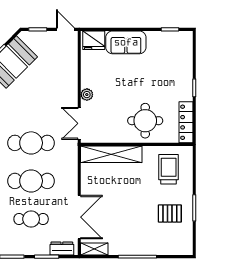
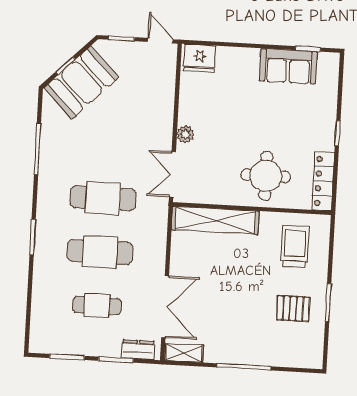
sofa: (126, 42) -> (288, 66), moved

